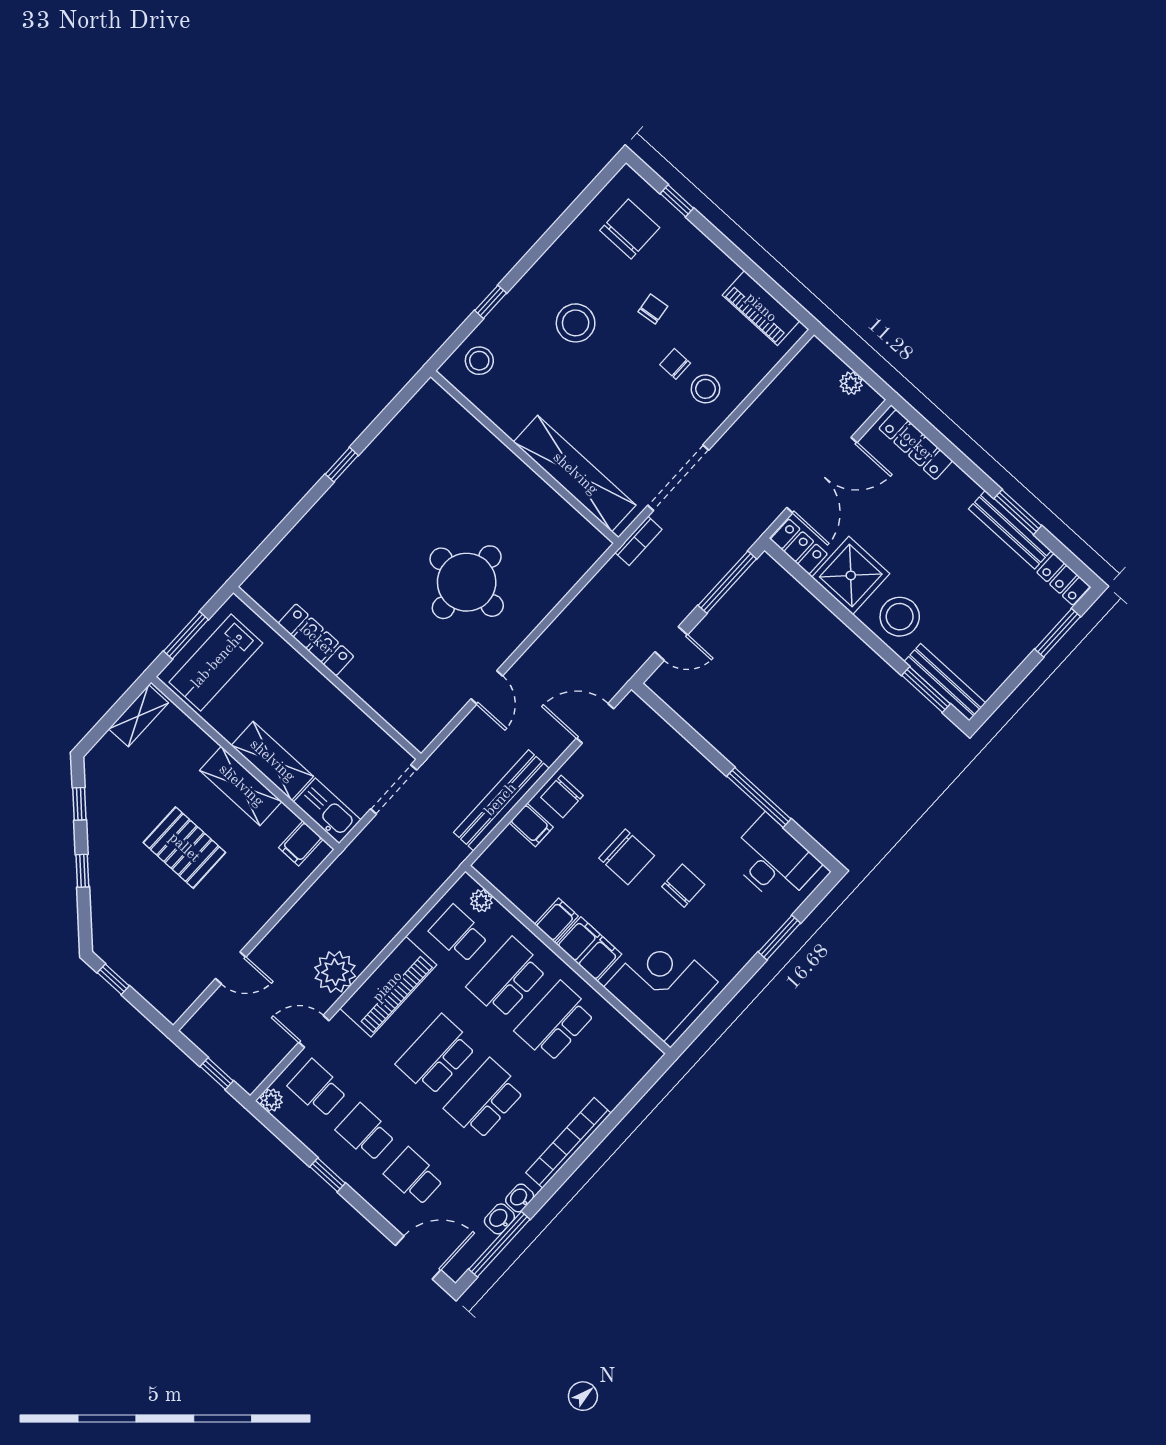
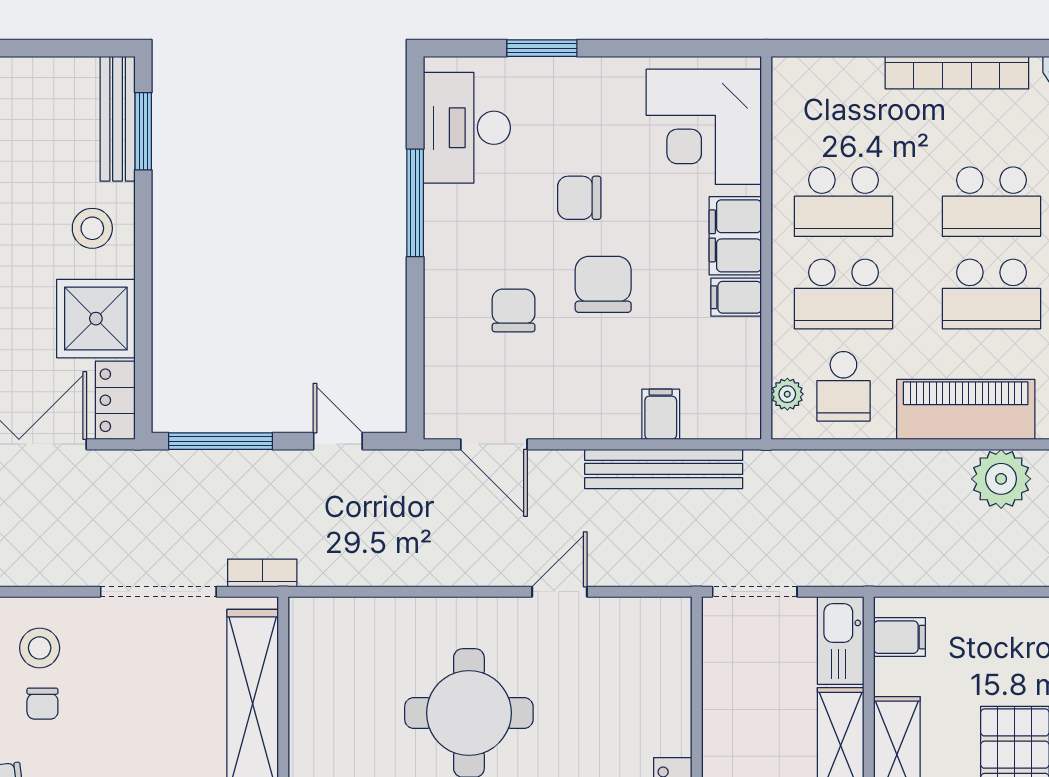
stool: (900, 617) -> (92, 228), width x0.73, depth x0.73
chair: (562, 796) -> (514, 310), moved, turned -90

